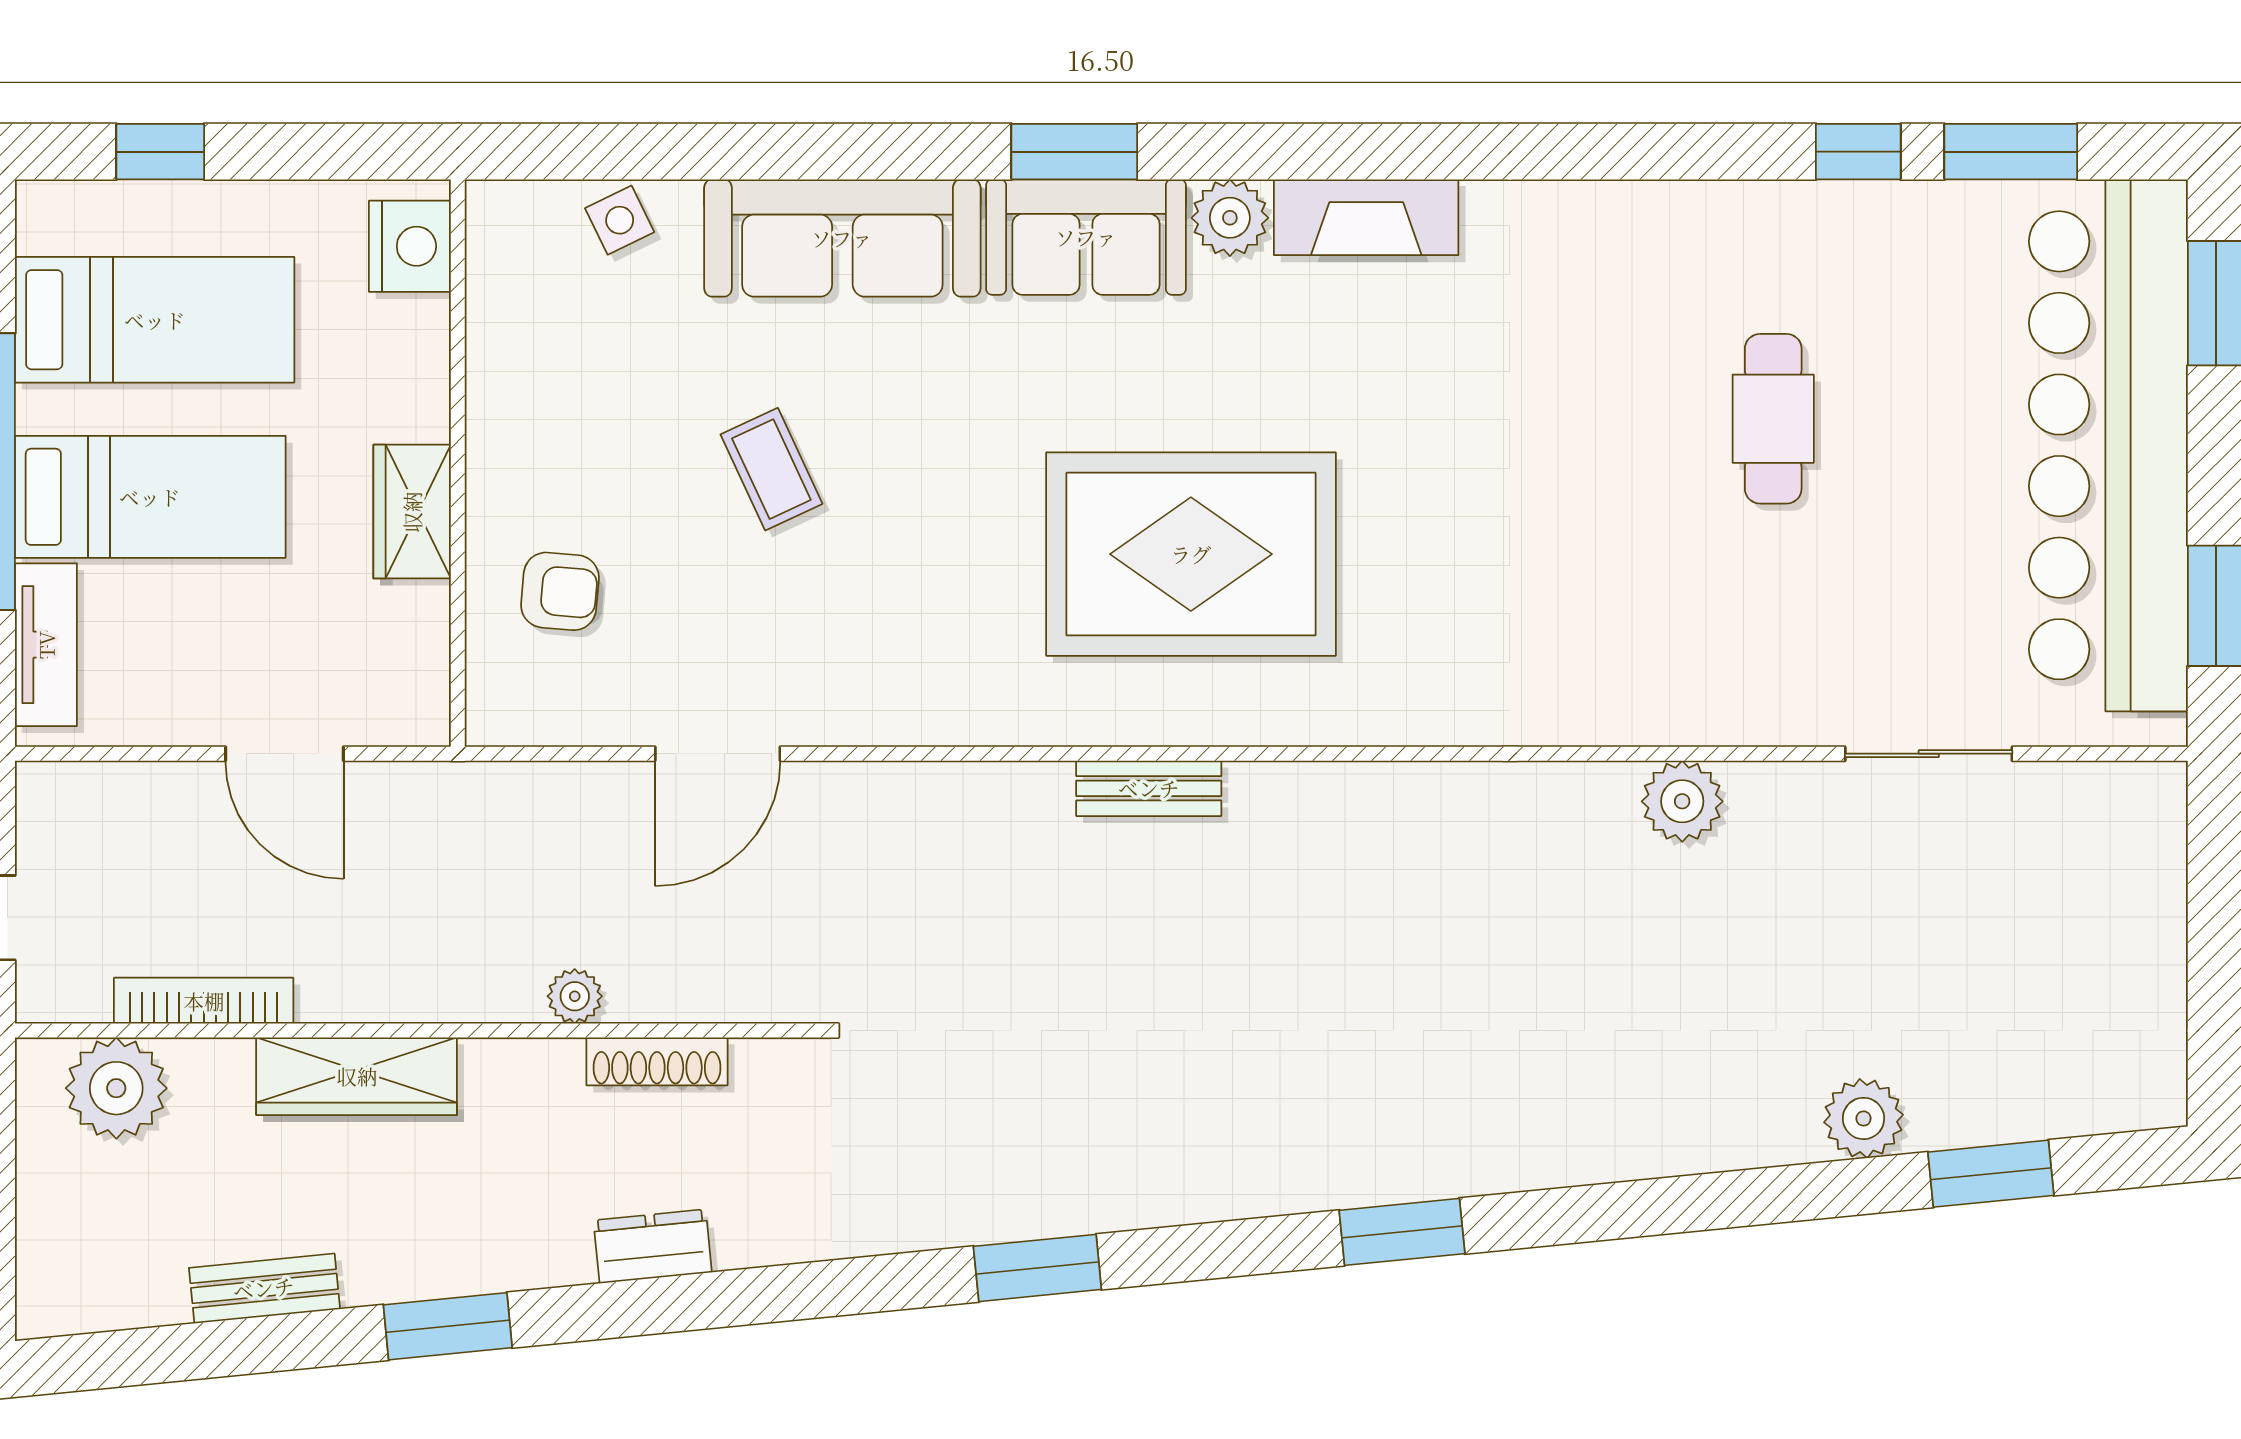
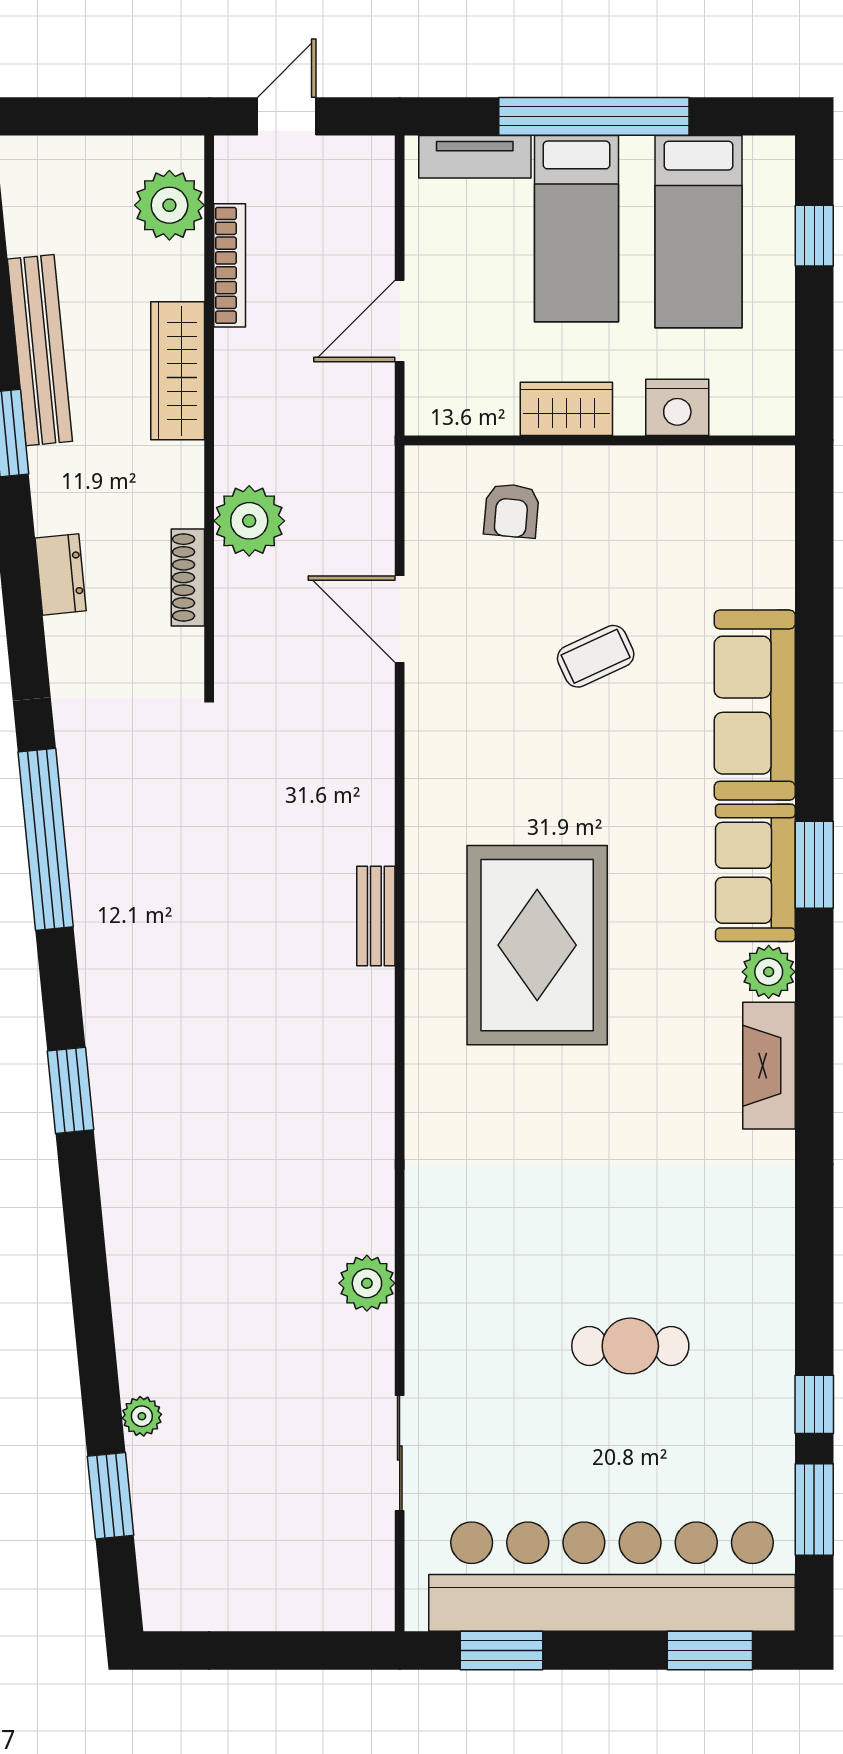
side table: (620, 220) -> (767, 552), removed
nightstand: (410, 246) -> (677, 407), moved
plant: (575, 996) -> (249, 521), width x1.87, depth x1.87
plant: (1863, 1118) -> (142, 1416), width x0.73, depth x0.73
window: (1037, 1268) -> (46, 839), width x2.11
bench: (264, 1288) -> (40, 350), width x1.86, depth x1.21

